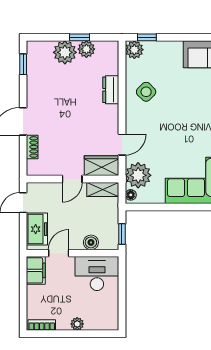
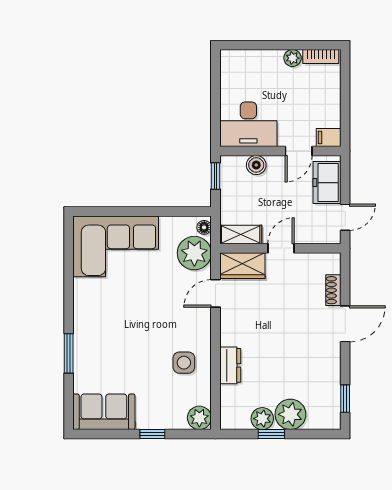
window: (147, 37) -> (152, 434), moved
side table: (146, 92) -> (184, 363), turned 45
filing cabinet: (36, 270) -> (329, 137), width x0.50
plant: (77, 324) -> (293, 58), moved

